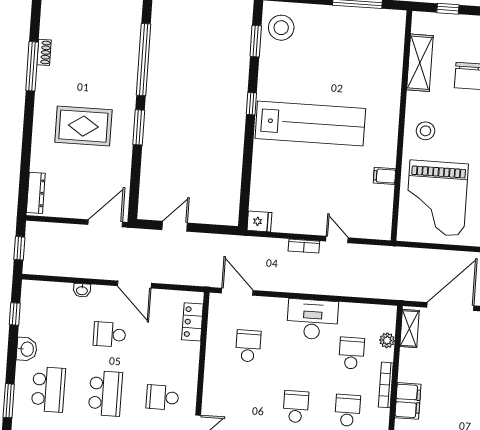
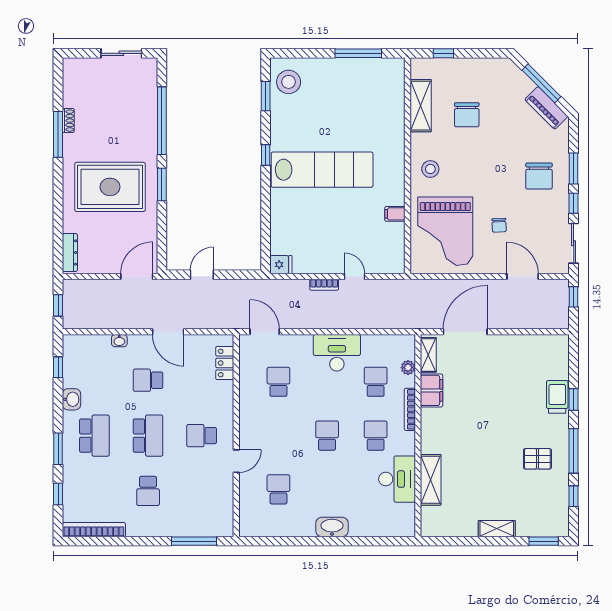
rug: (83, 126) -> (110, 187), width x1.37, depth x1.44
filing cabinet: (408, 401) -> (432, 390), moved

